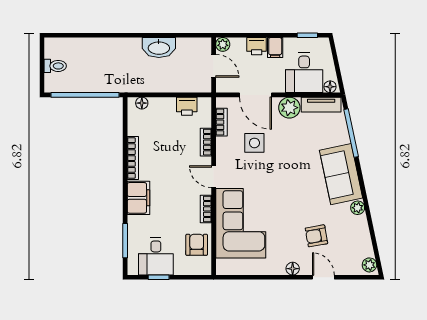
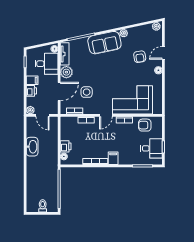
door: (214, 66) -> (43, 115), swing flipped
printer: (187, 106) -> (66, 146), moved
filing cabinet: (138, 198) -> (113, 158), width x0.50

